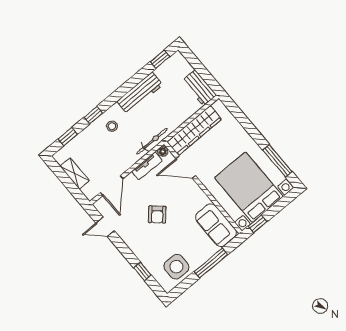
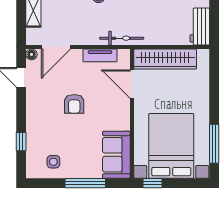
floor lamp: (163, 151) -> (32, 54), moved
armchair: (157, 215) -> (74, 104), turned -42
side table: (176, 267) -> (53, 162), width x0.54, depth x0.54

